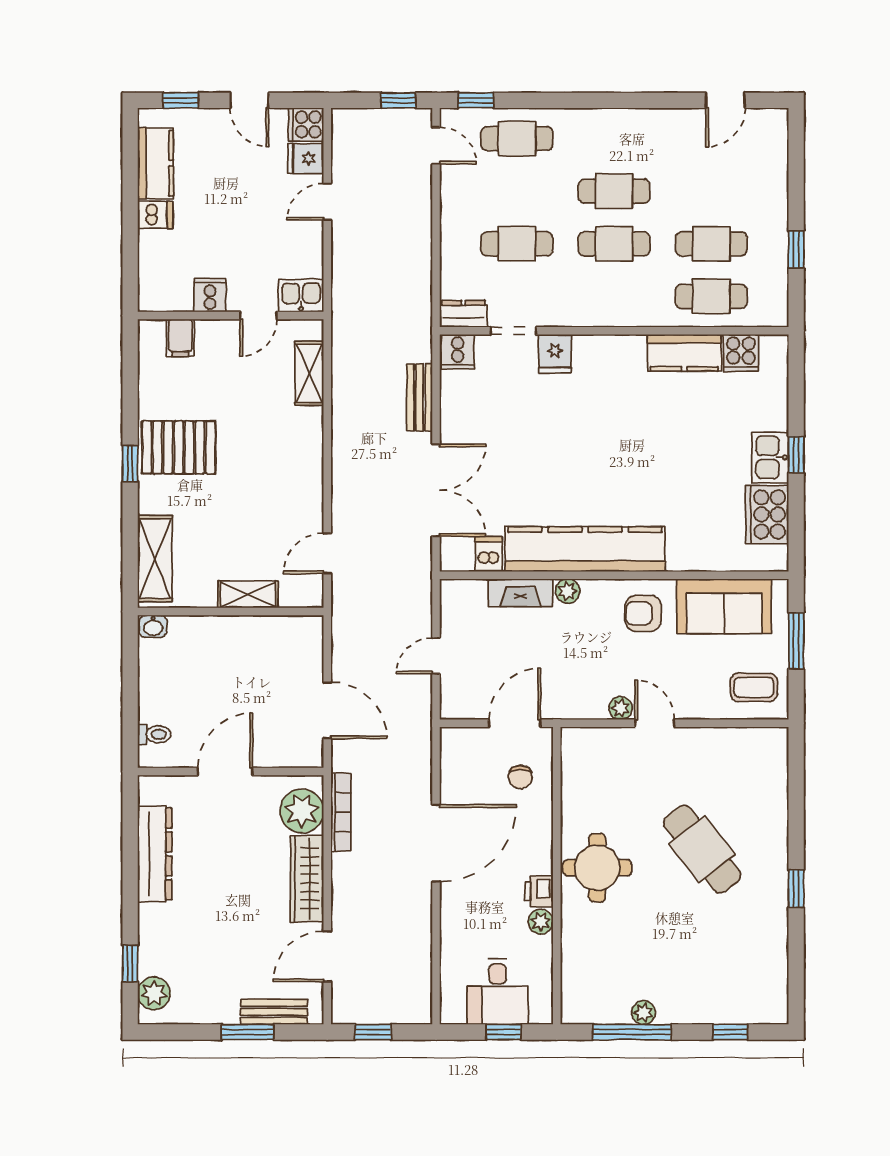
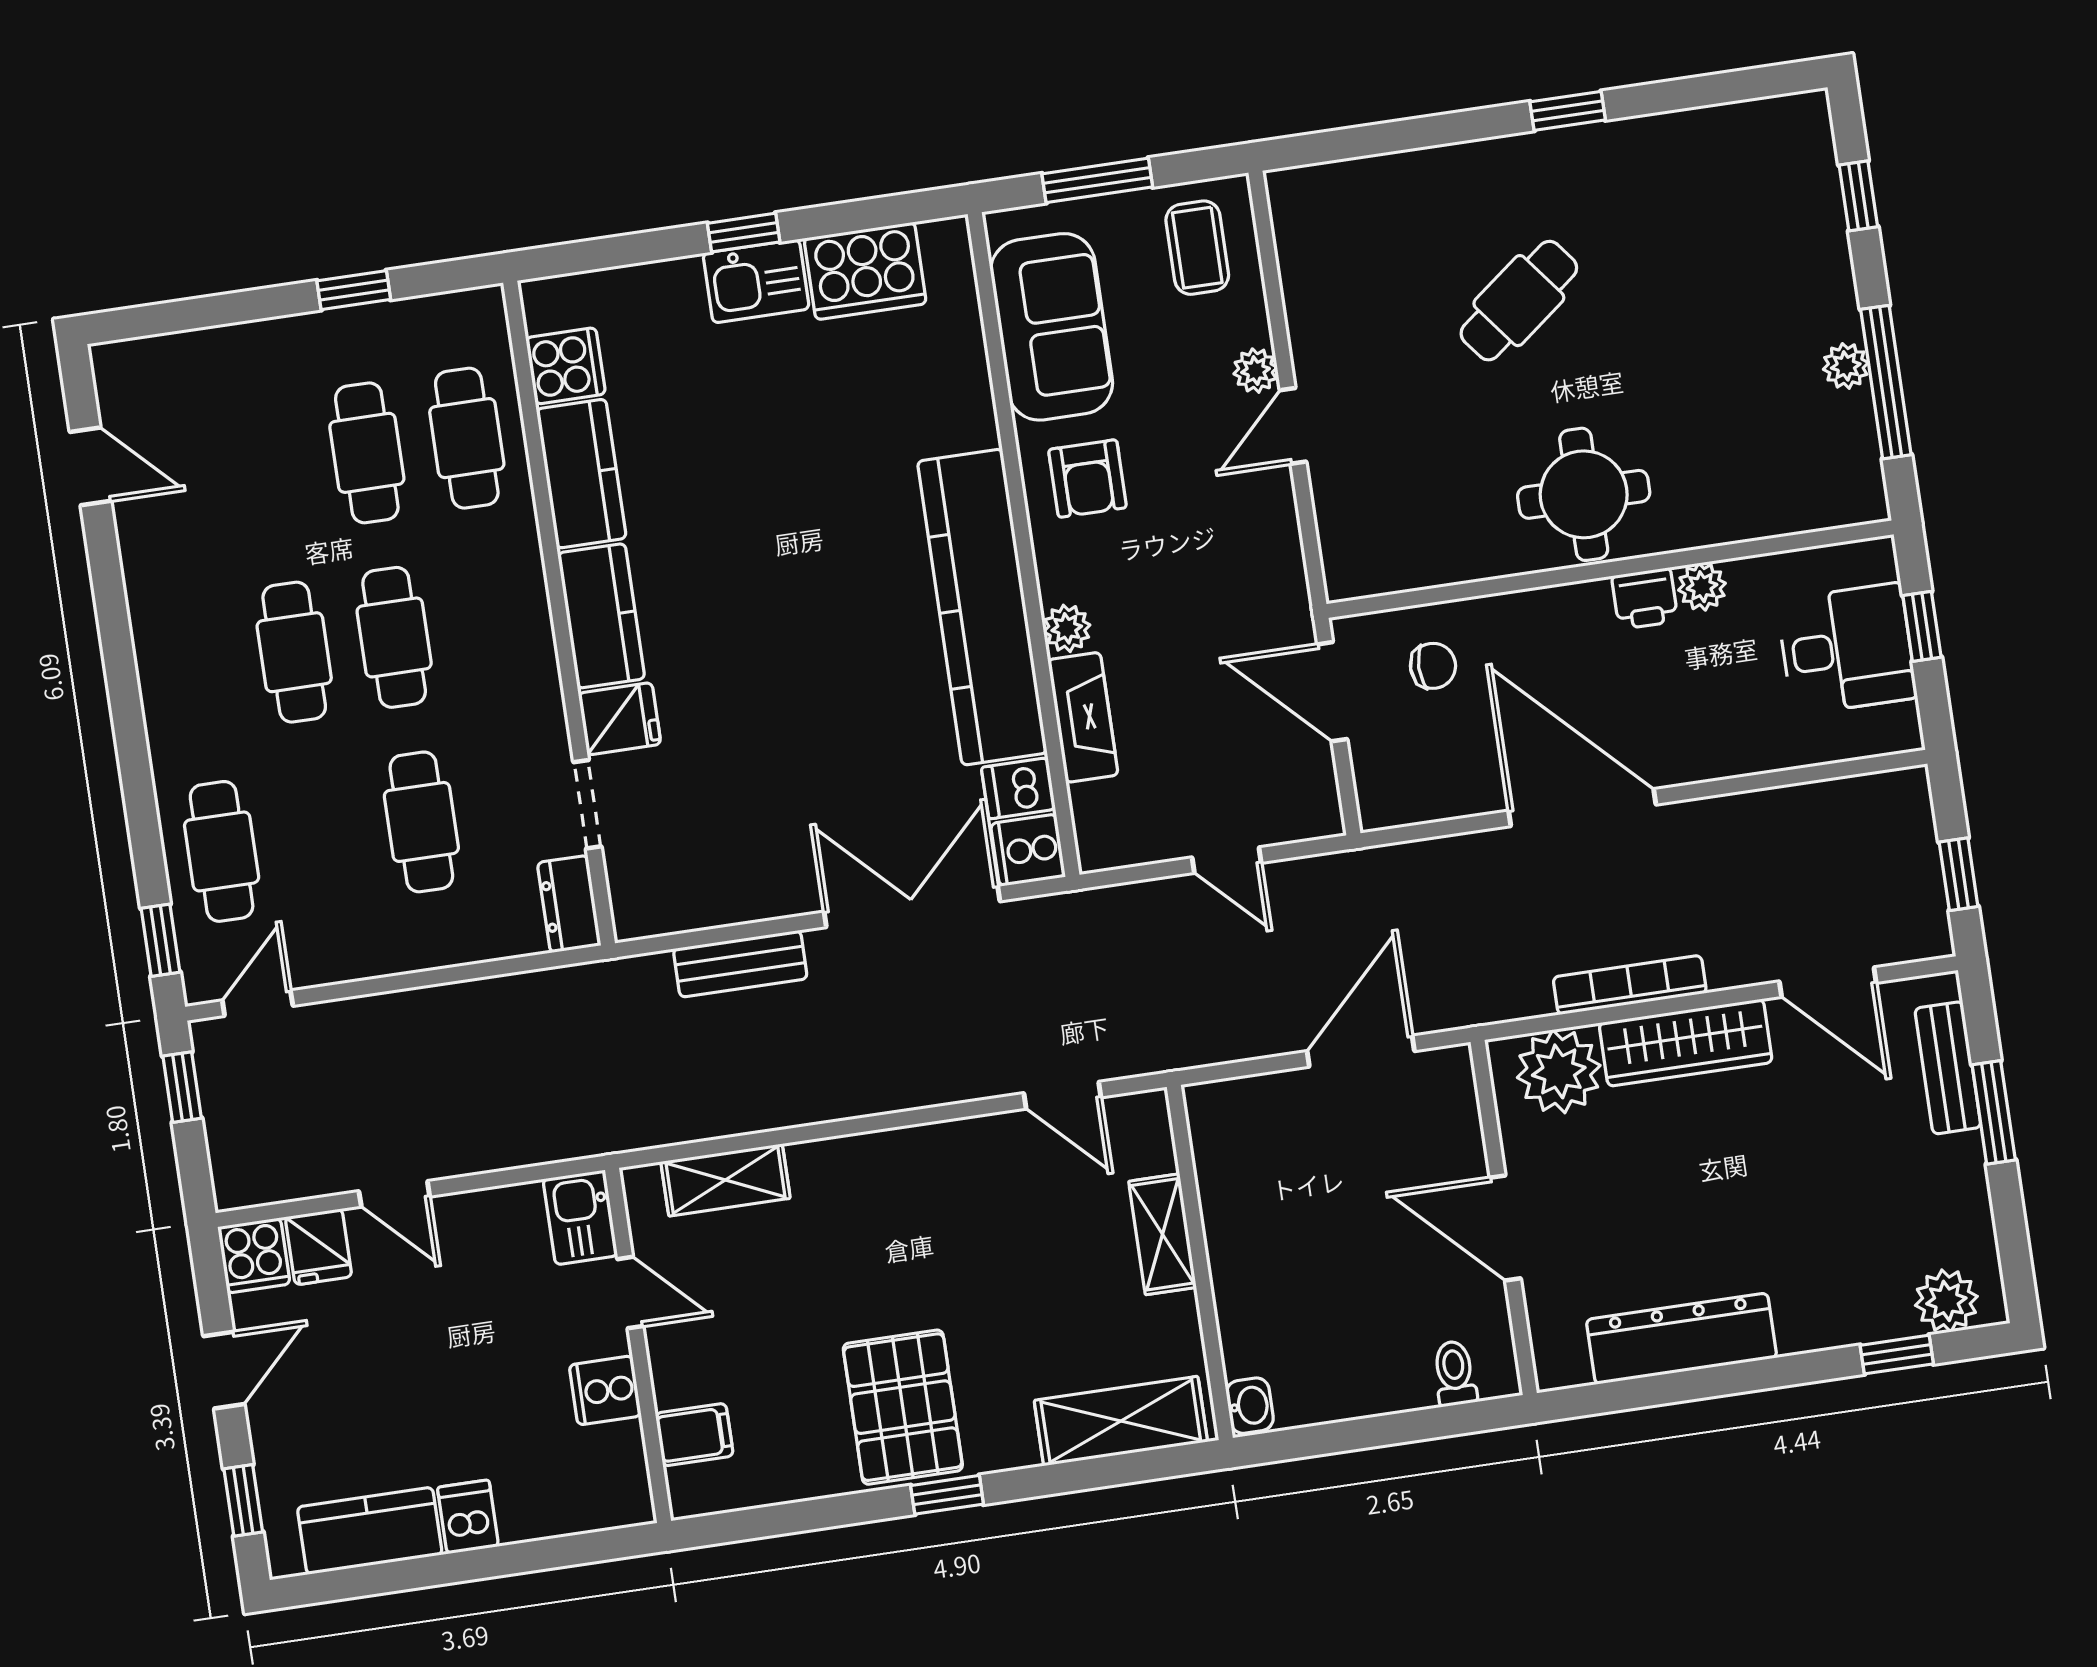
cooker: (458, 352) -> (1028, 850), moved, turned 180
kitchen counter: (609, 352) -> (601, 616), added
plant: (621, 708) -> (1256, 371), moved
bookcase: (341, 812) -> (1630, 985), moved
cafe table: (702, 849) -> (1519, 301), width x0.73, depth x0.74

